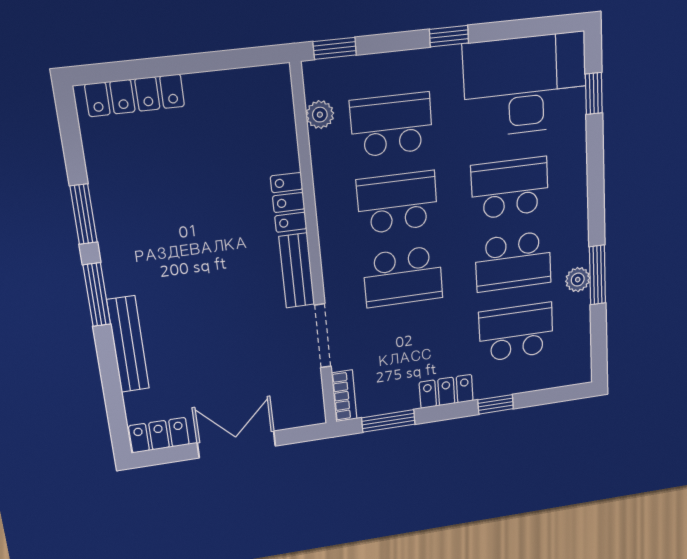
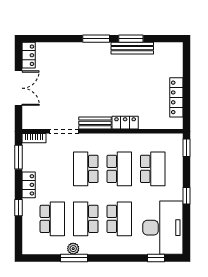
locker: (135, 95) -> (176, 97), moved
plant: (320, 115) -> (160, 139), removed
bench: (128, 344) -> (132, 48), moved

